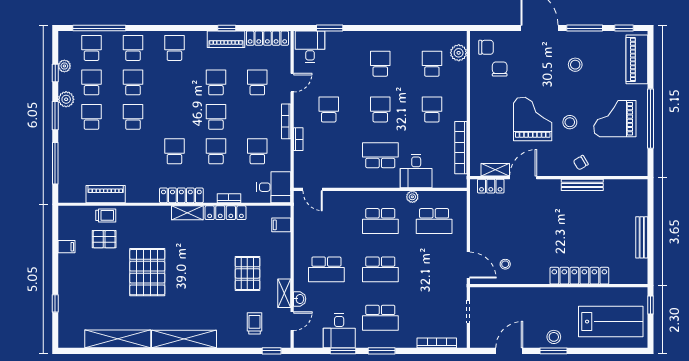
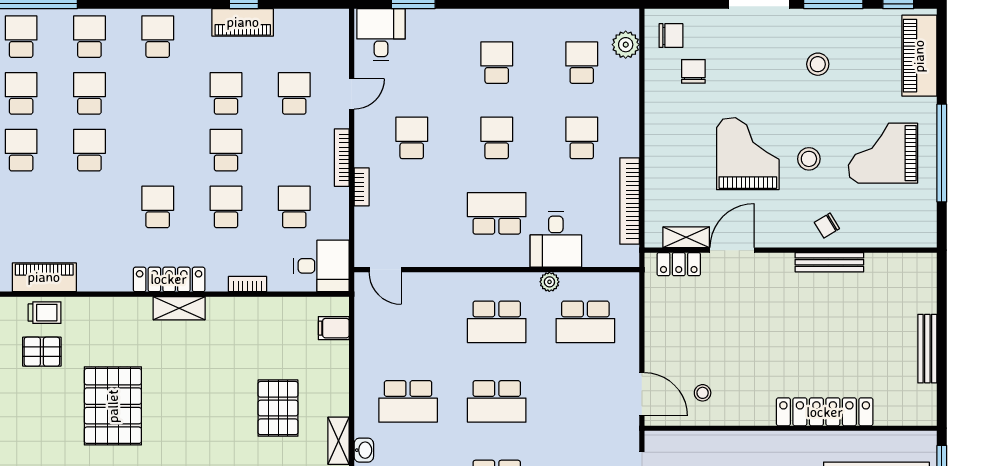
locker: (267, 38) -> (311, 20), removed
locker: (226, 213) -> (242, 308), removed

